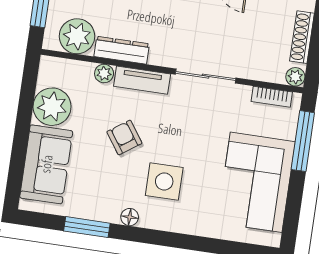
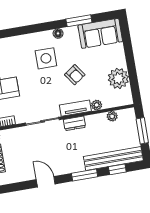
plant: (77, 36) -> (112, 116), width x0.53, depth x0.53
dresser: (122, 50) -> (74, 123), moved, width x0.70
sofa: (46, 164) -> (100, 33), moved, turned -90

